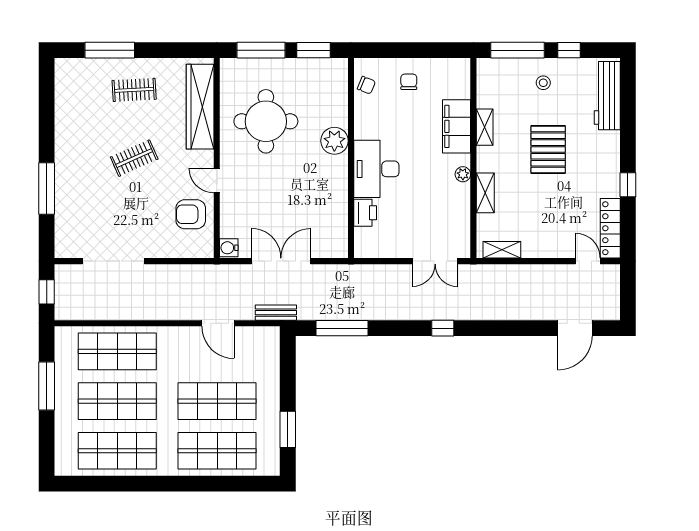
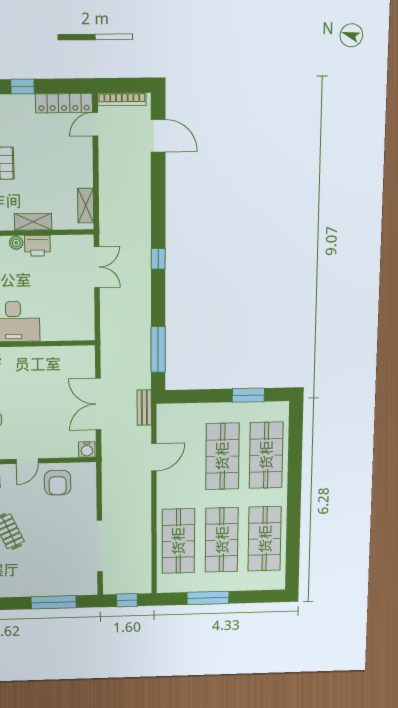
window: (47, 188) -> (54, 602), moved
printer: (365, 213) -> (37, 246), moved, turned 180
bookcase: (614, 290) -> (122, 99), added

